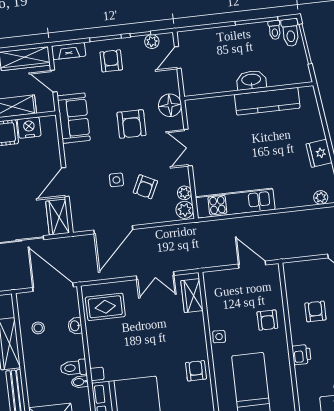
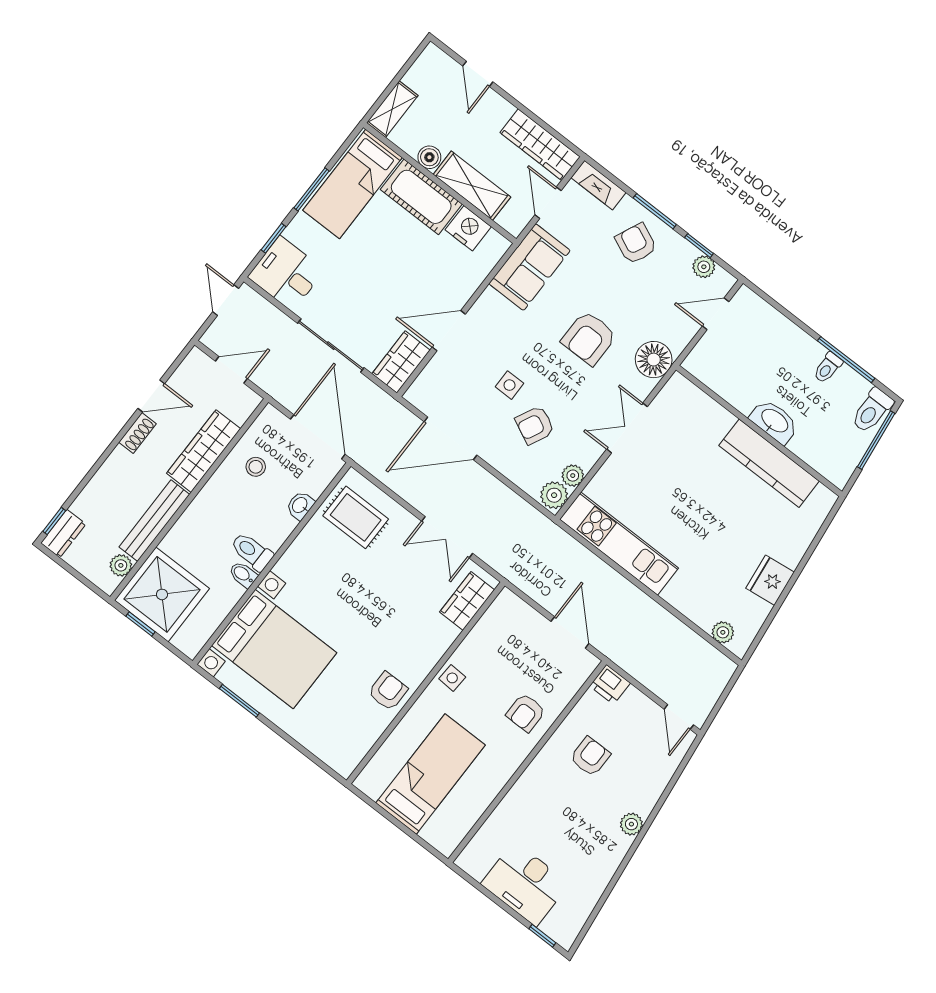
toilet: (275, 30) -> (828, 368), moved
armchair: (111, 61) -> (636, 244), turned -66
printer: (301, 355) -> (610, 684), moved, turned 90

